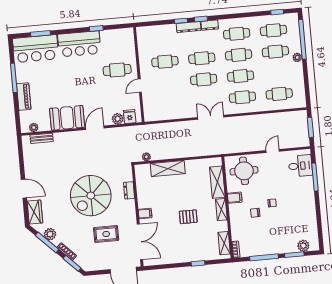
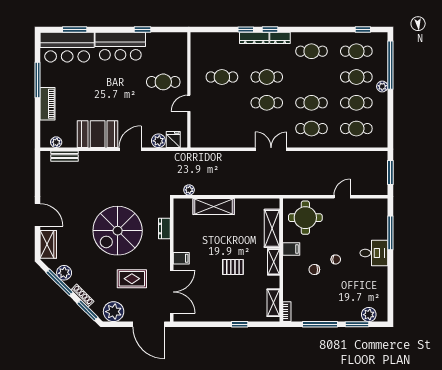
cafe table: (239, 55) -> (356, 103), moved
desk: (300, 166) -> (374, 253), moved
plant: (94, 262) -> (114, 312), added

